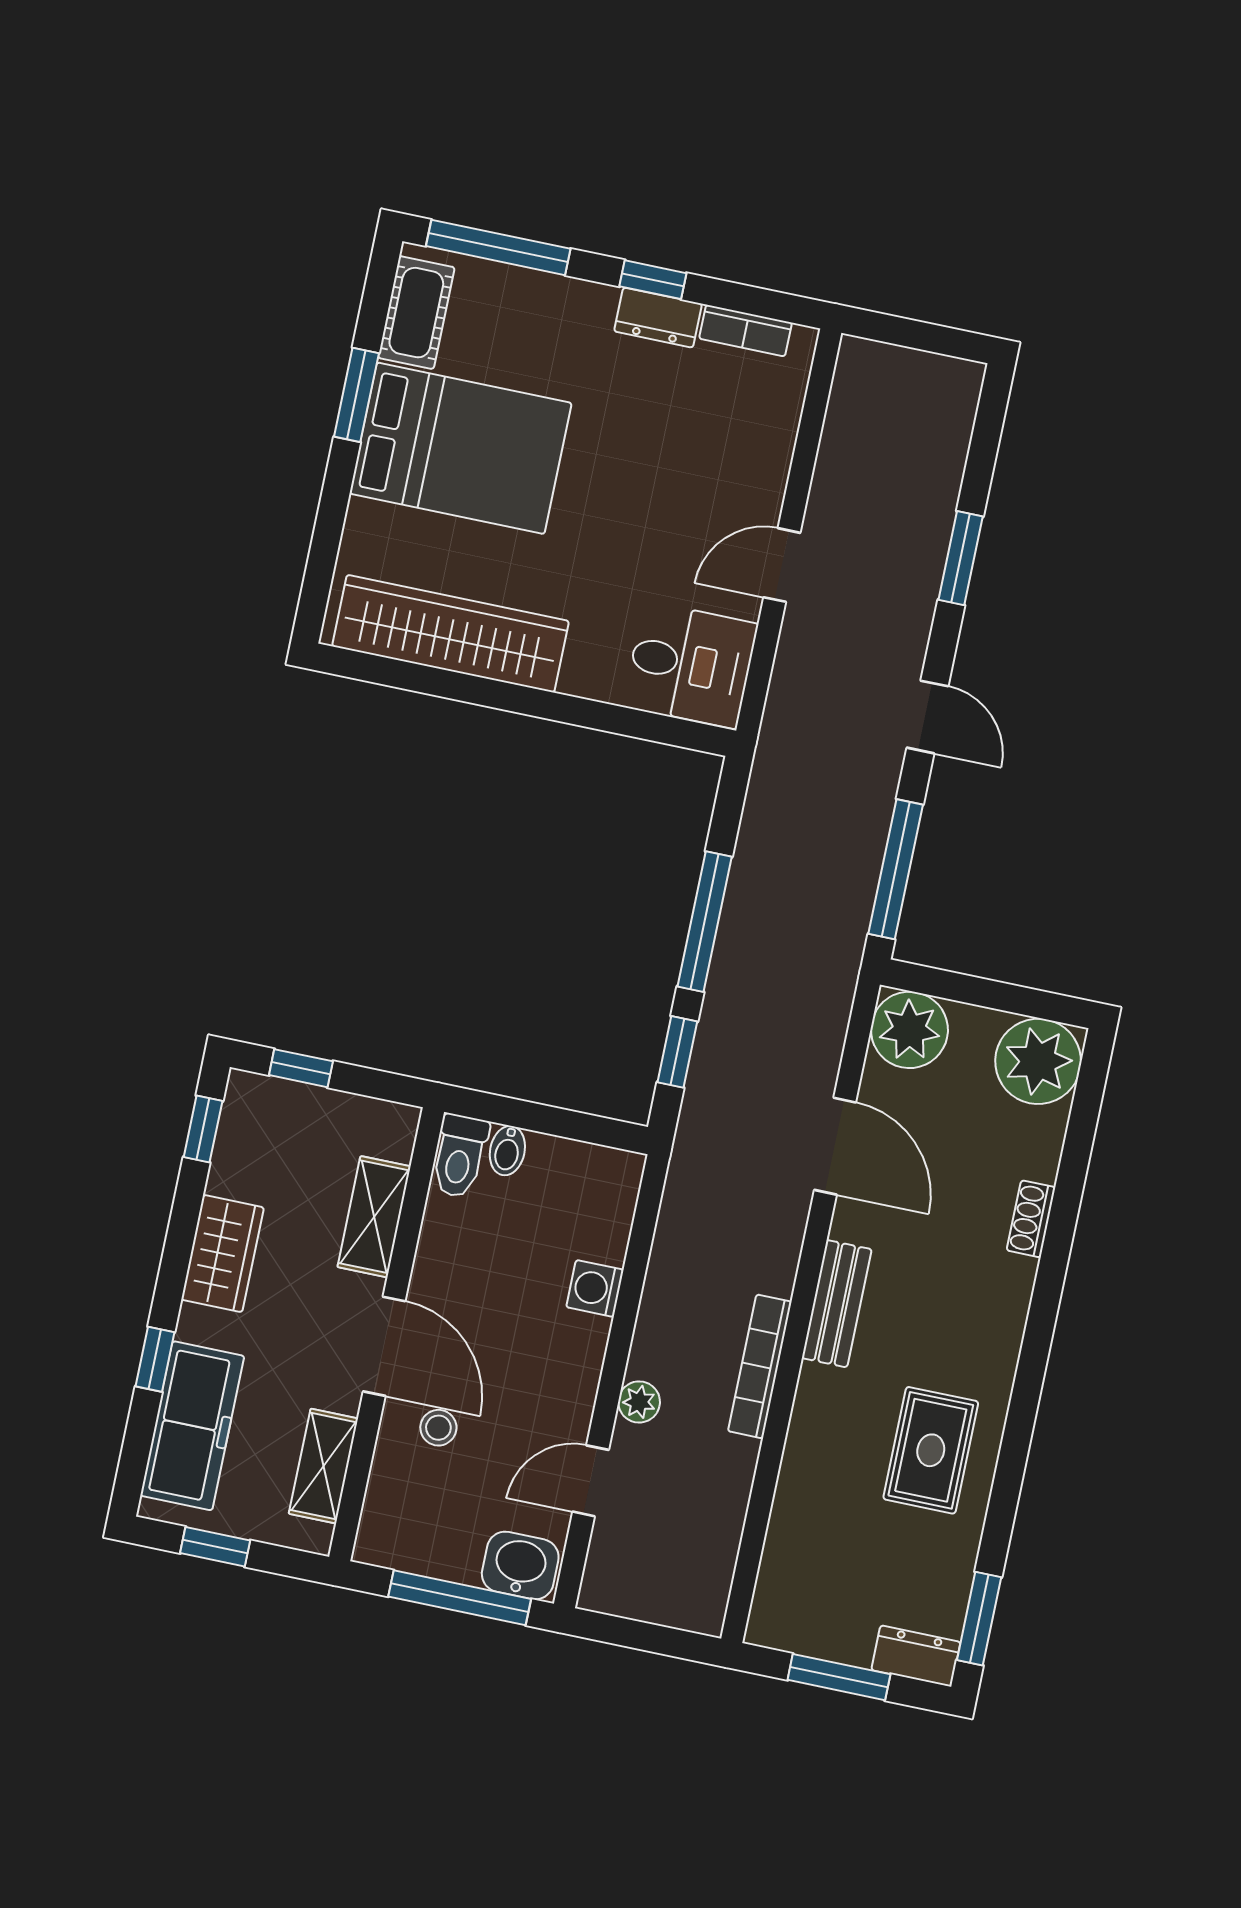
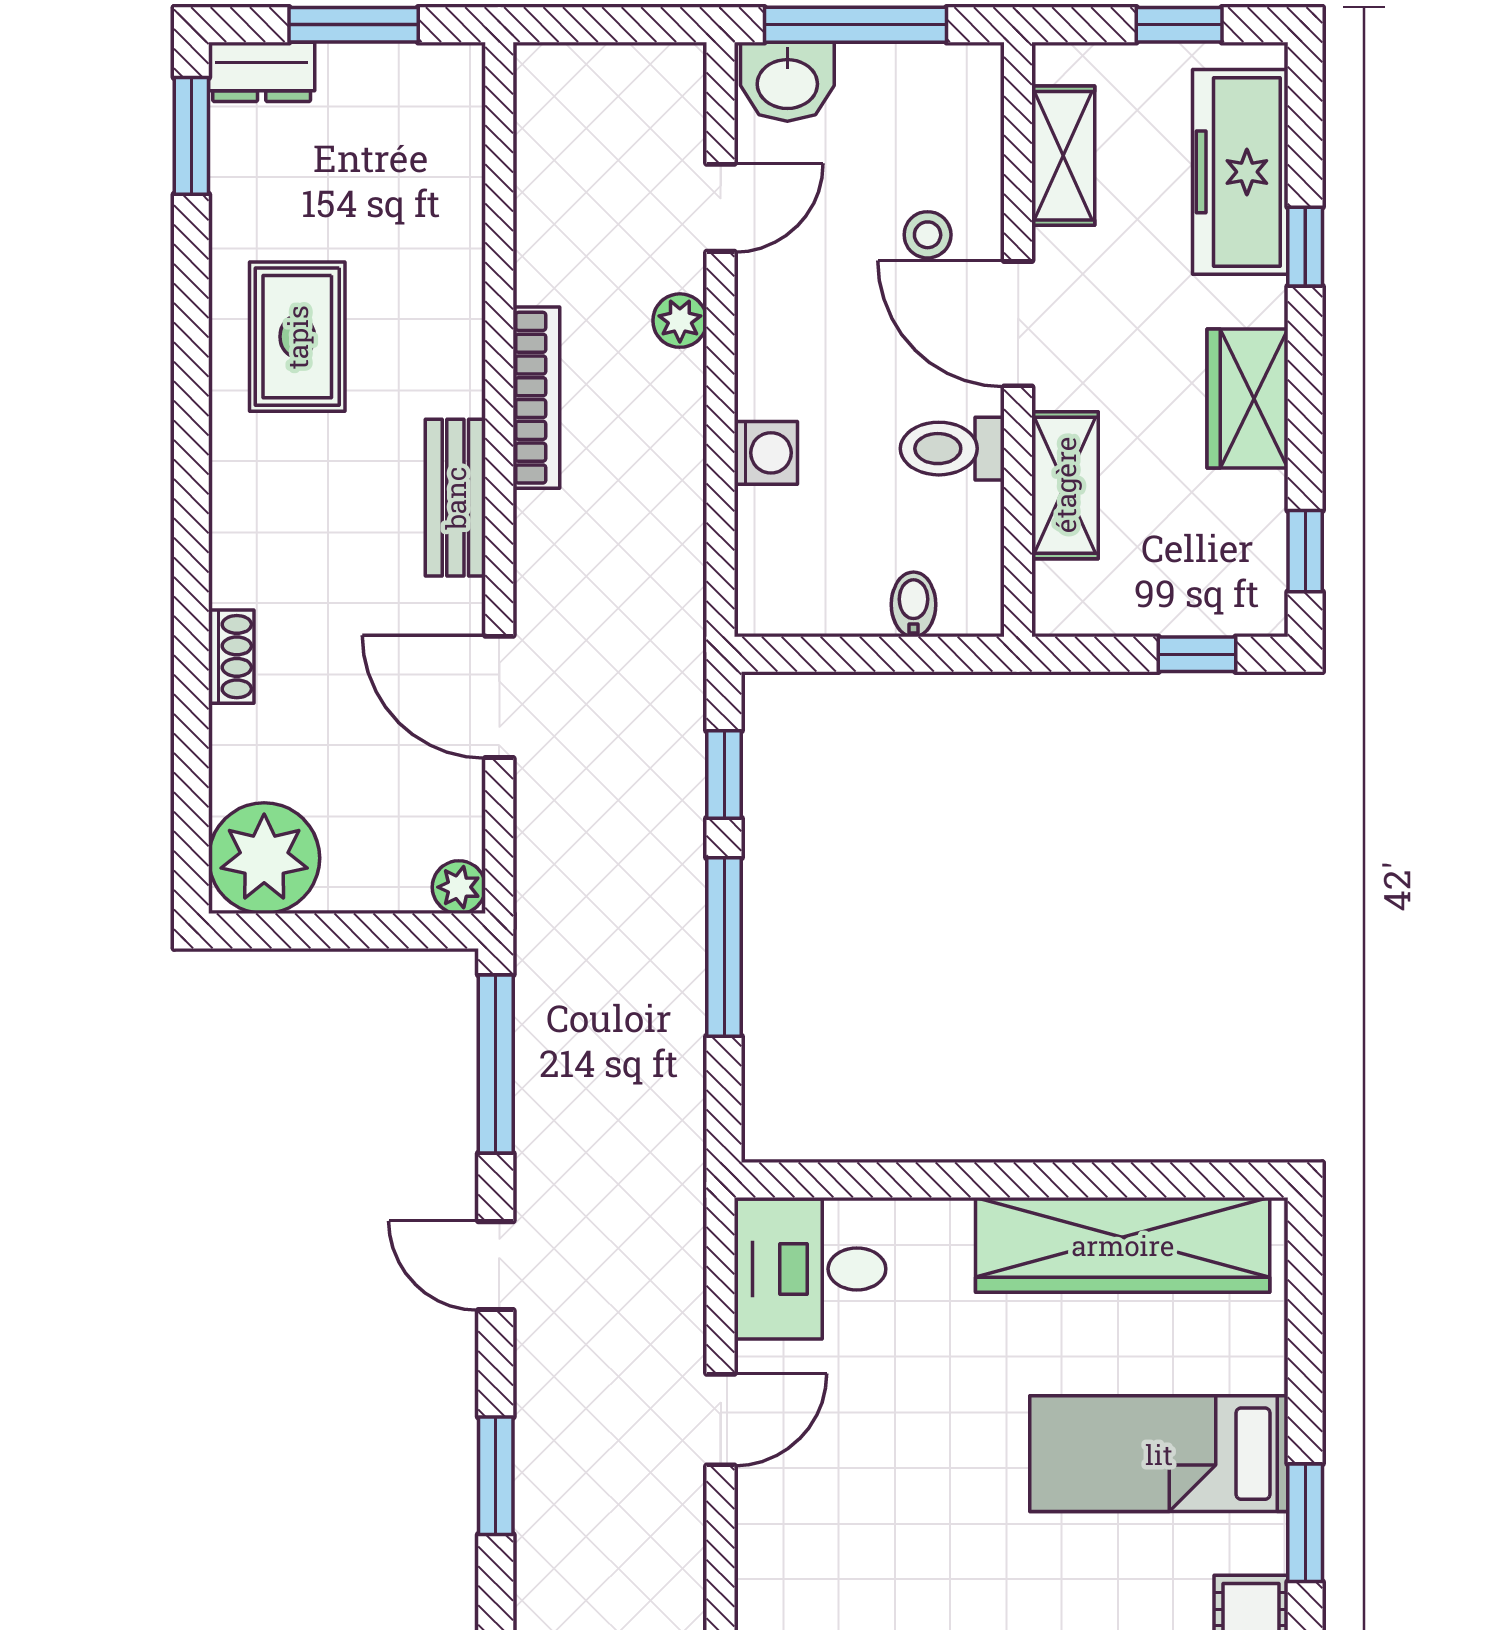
bed: (461, 448) -> (1159, 1454), width x0.67
plant: (909, 1030) -> (459, 887), width x0.53, depth x0.53
toilet: (460, 1156) -> (952, 449), moved, turned -90

